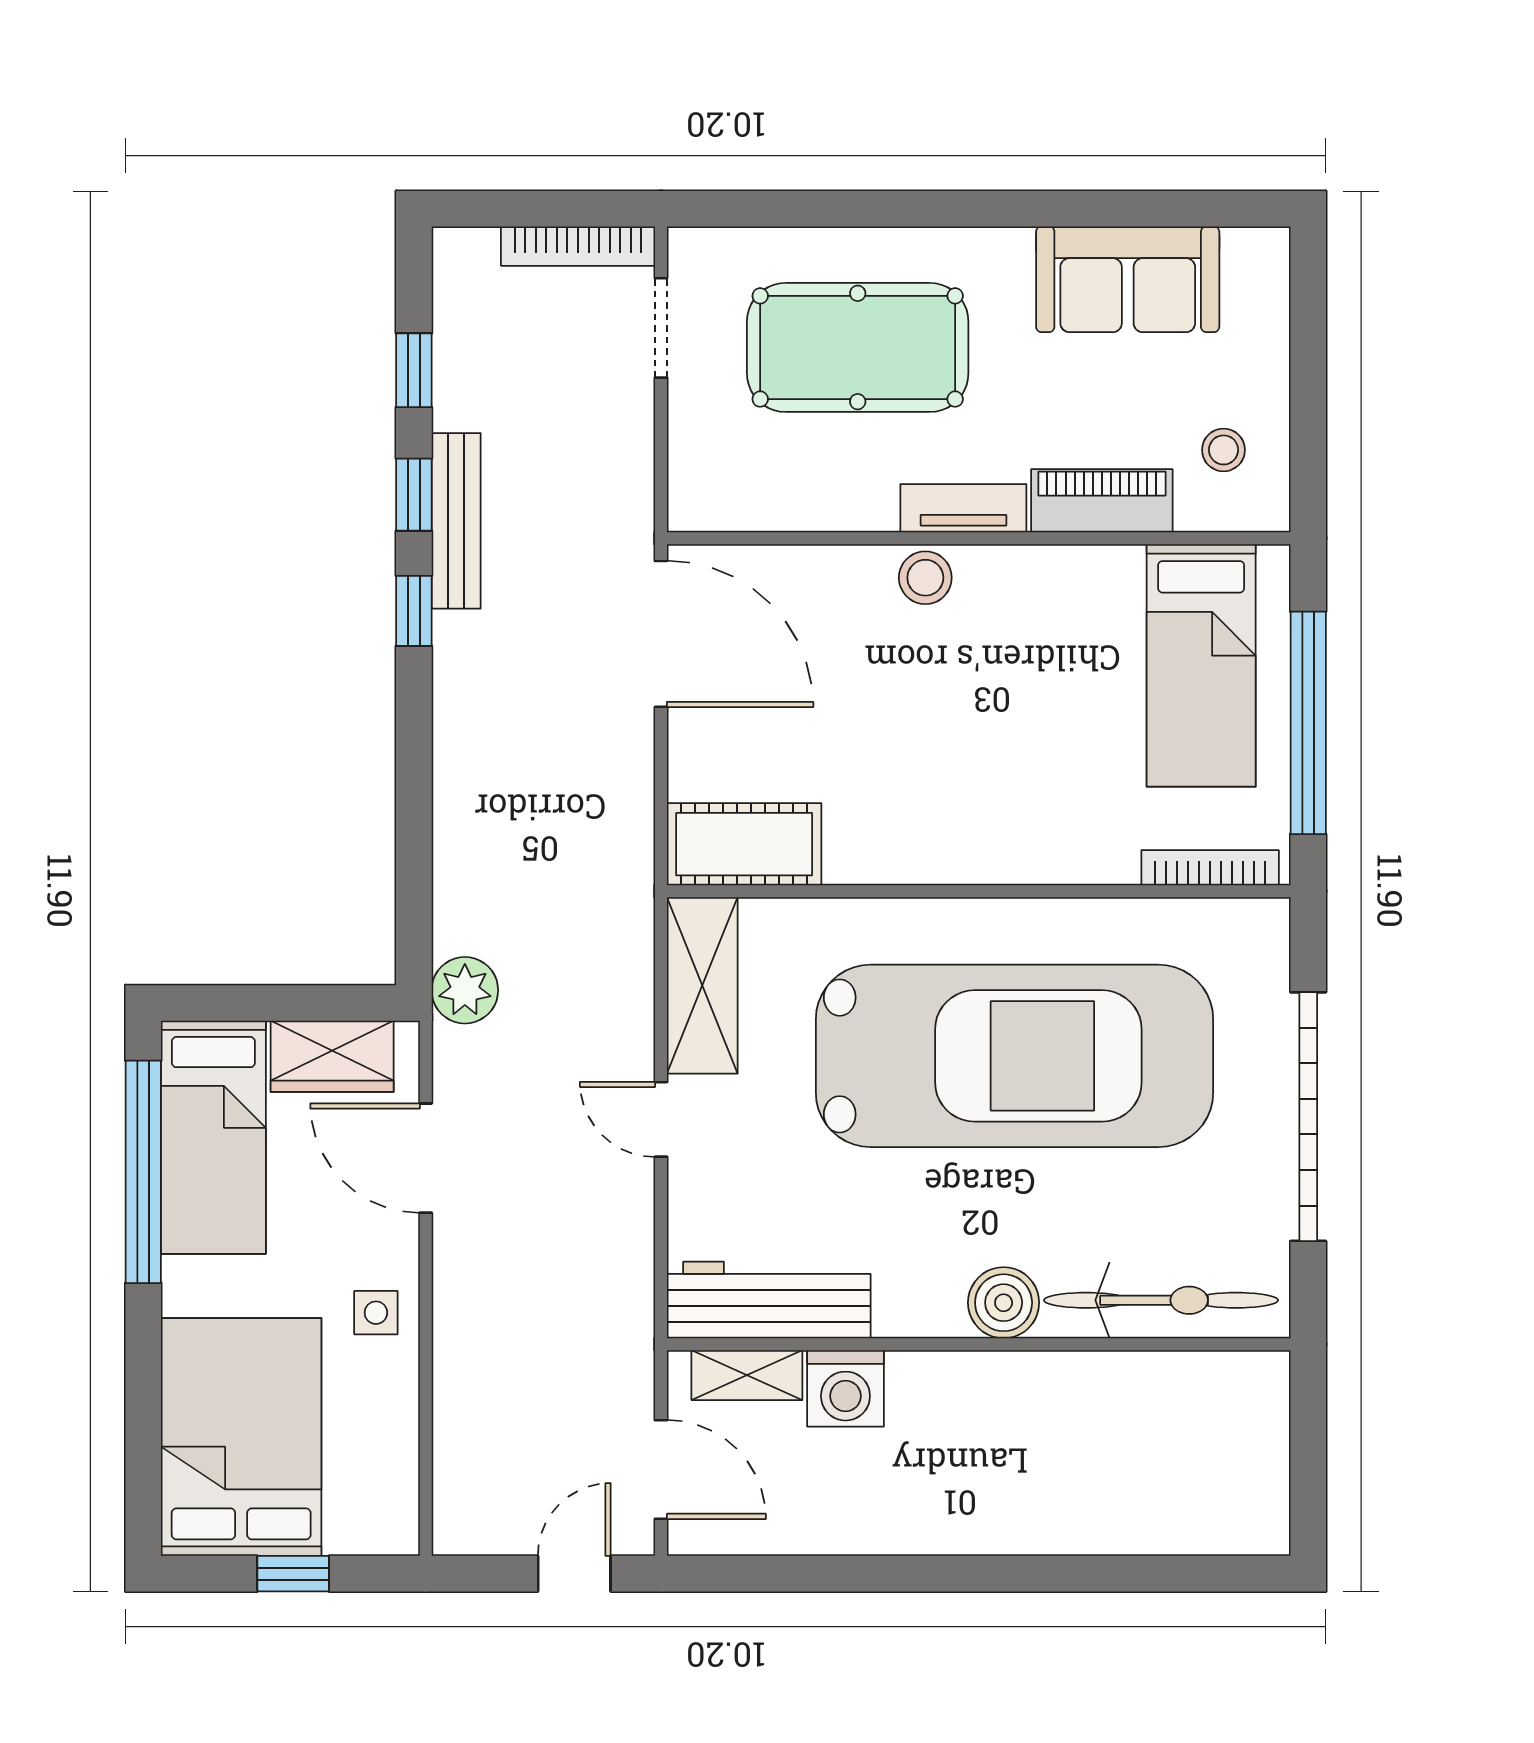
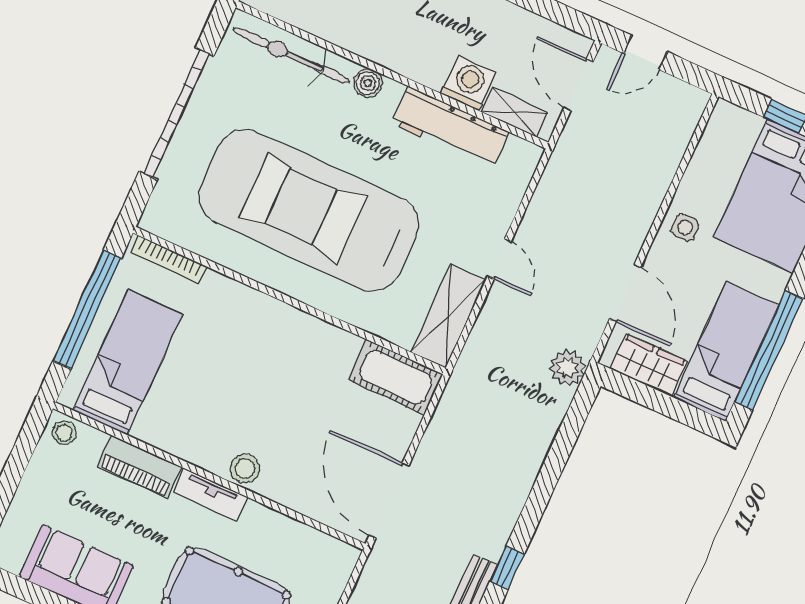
stool: (1224, 450) -> (64, 433), moved
workbench: (769, 1300) -> (450, 128), moved
boiler: (1004, 1303) -> (368, 83), width x0.73, depth x0.73

